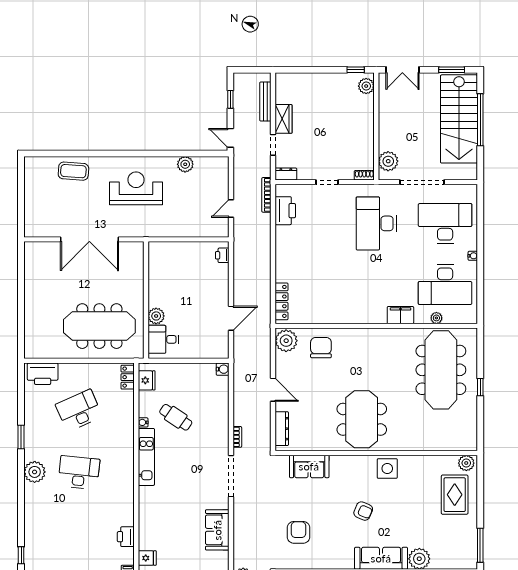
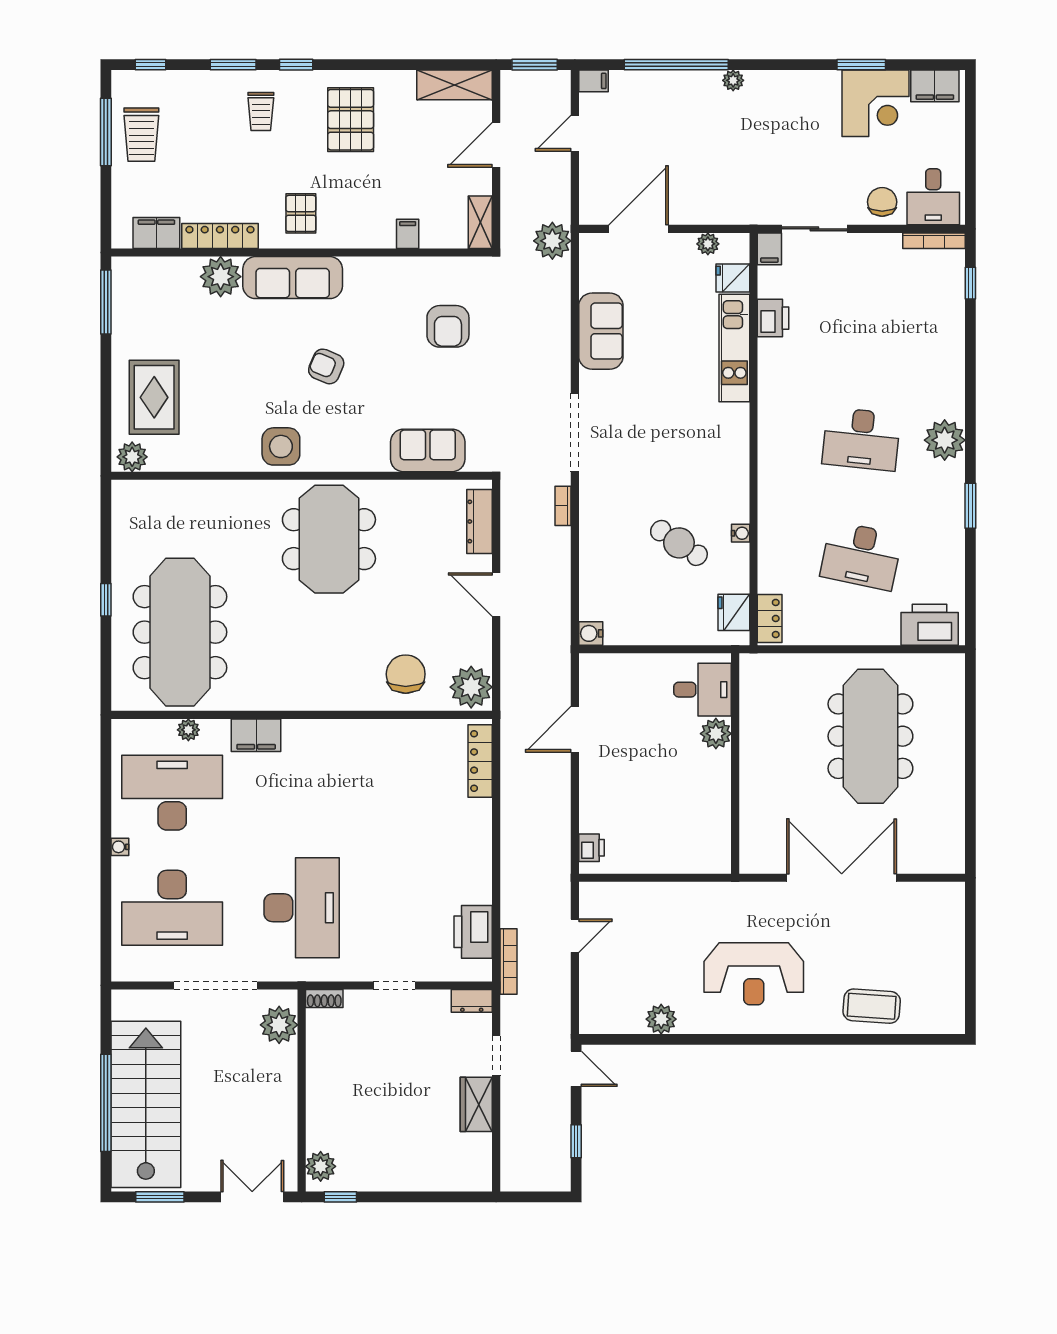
bench: (265, 102) -> (510, 1137), removed
meeting table: (99, 326) -> (870, 736), moved, turned 90
chair: (321, 348) -> (406, 674), turned 180
desk: (79, 410) -> (861, 556), turned 36
kitchen unit: (146, 457) -> (734, 348), moved

